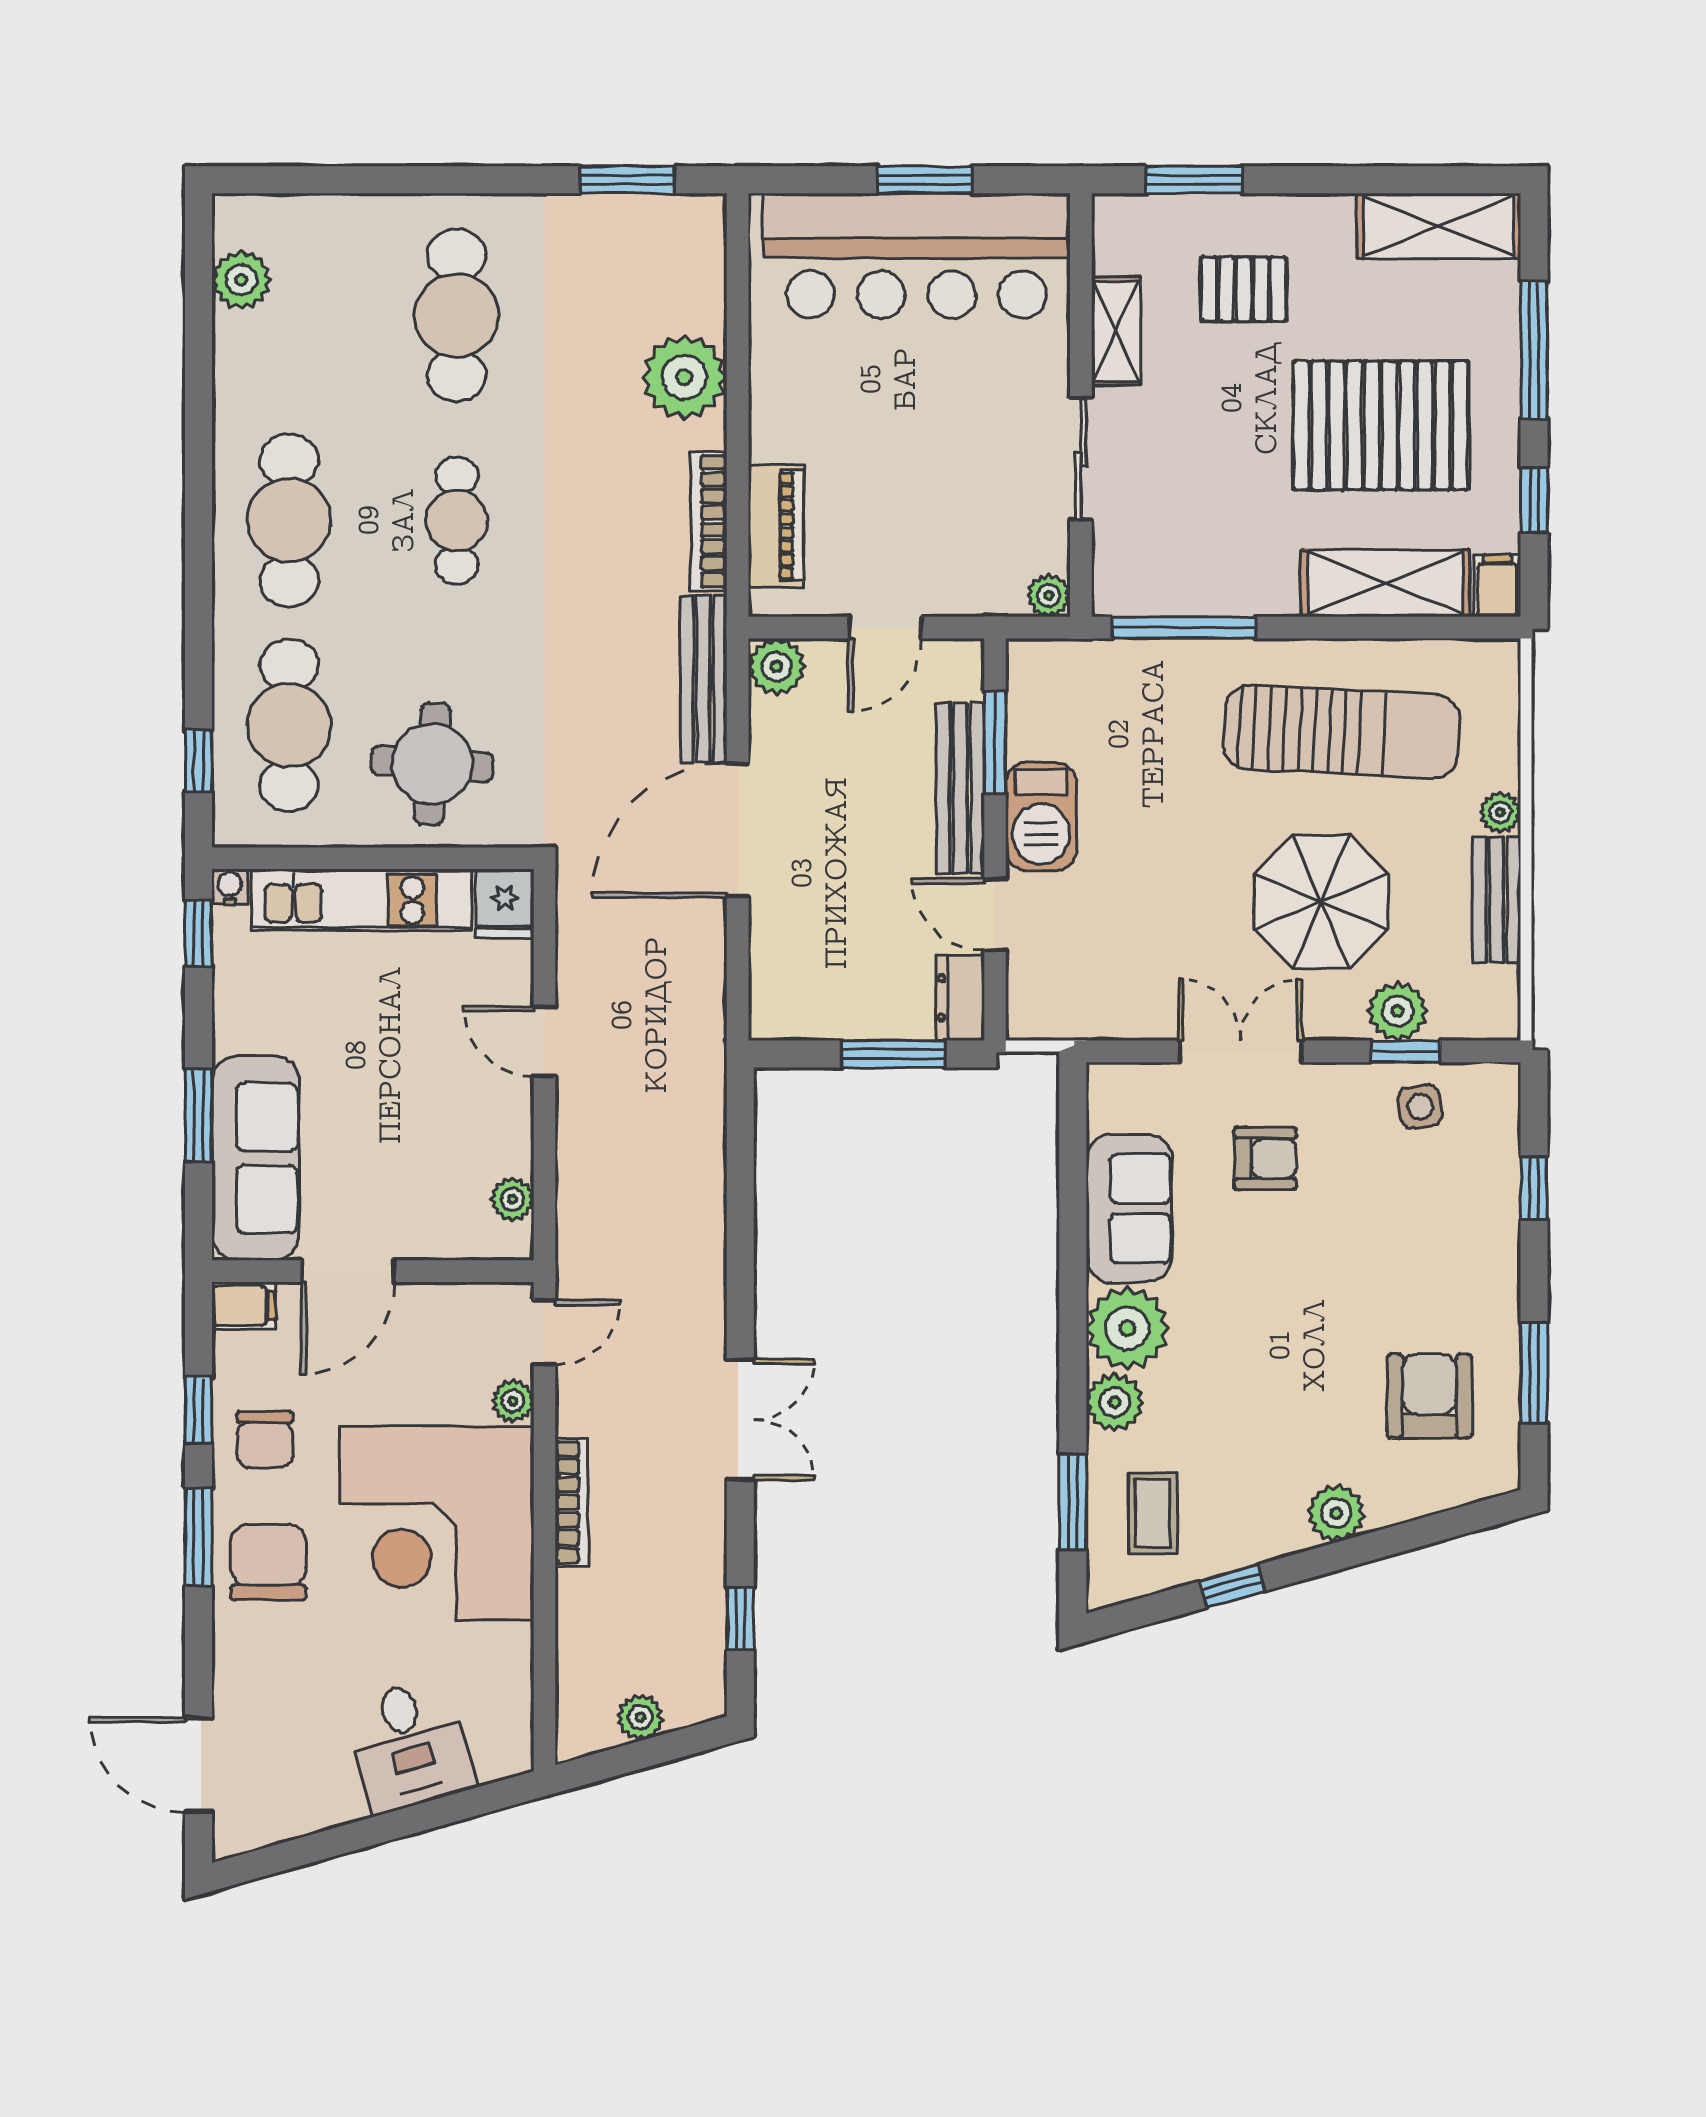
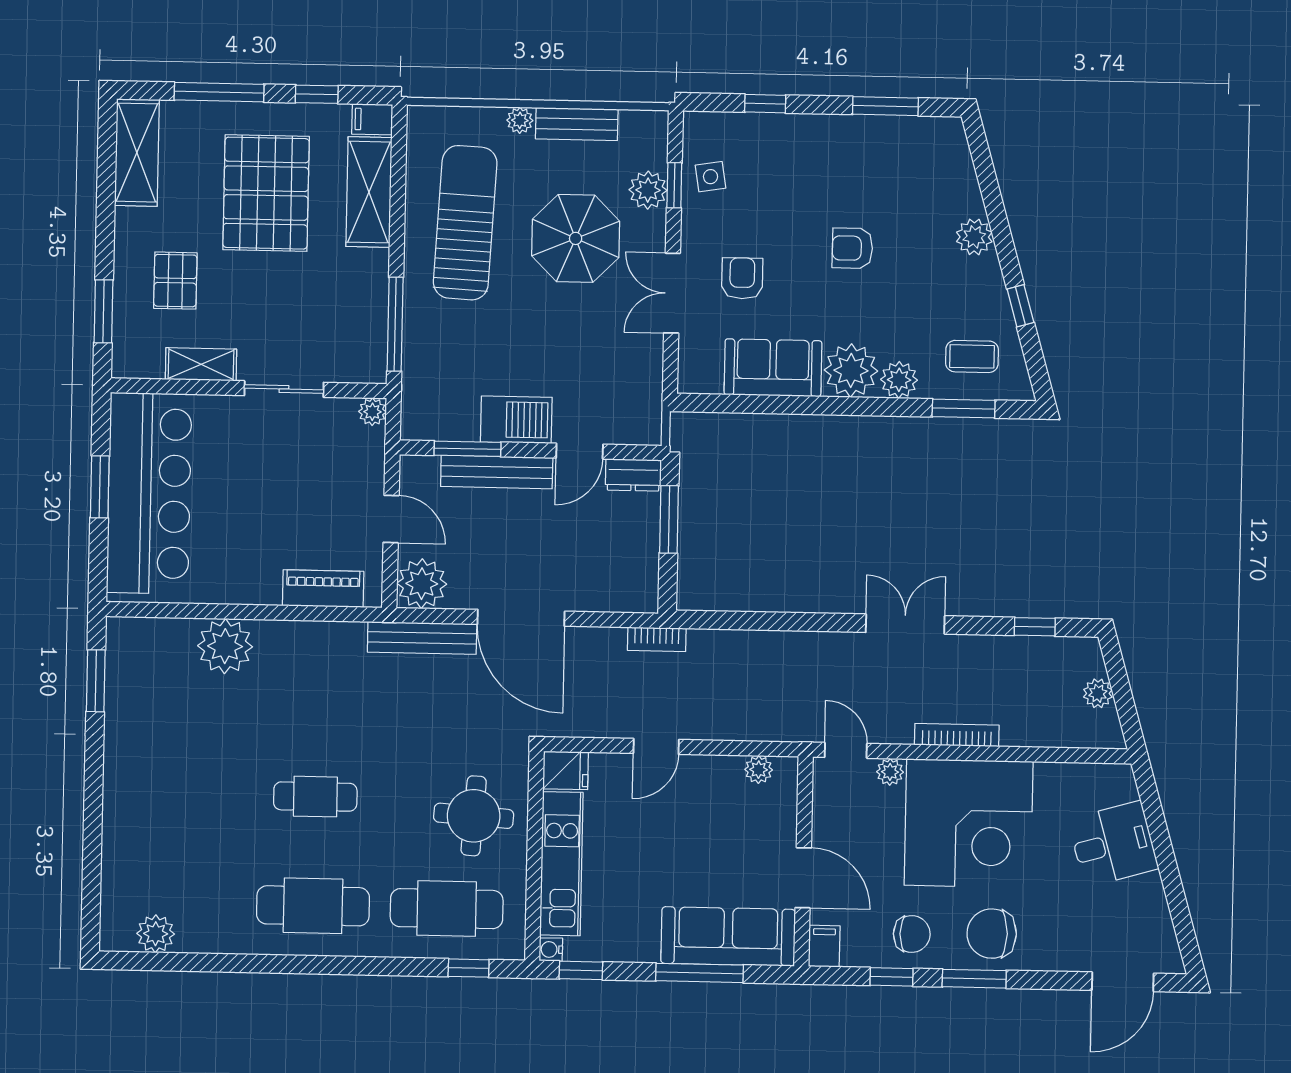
cafe table: (457, 315) -> (182, 794), removed
bookcase: (709, 521) -> (657, 639), moved, width x0.64
plant: (776, 667) -> (422, 584), width x1.36, depth x1.36
window: (199, 1115) -> (700, 973), width x1.44
armchair: (1429, 1396) -> (852, 248), moved, width x0.72, depth x0.72

